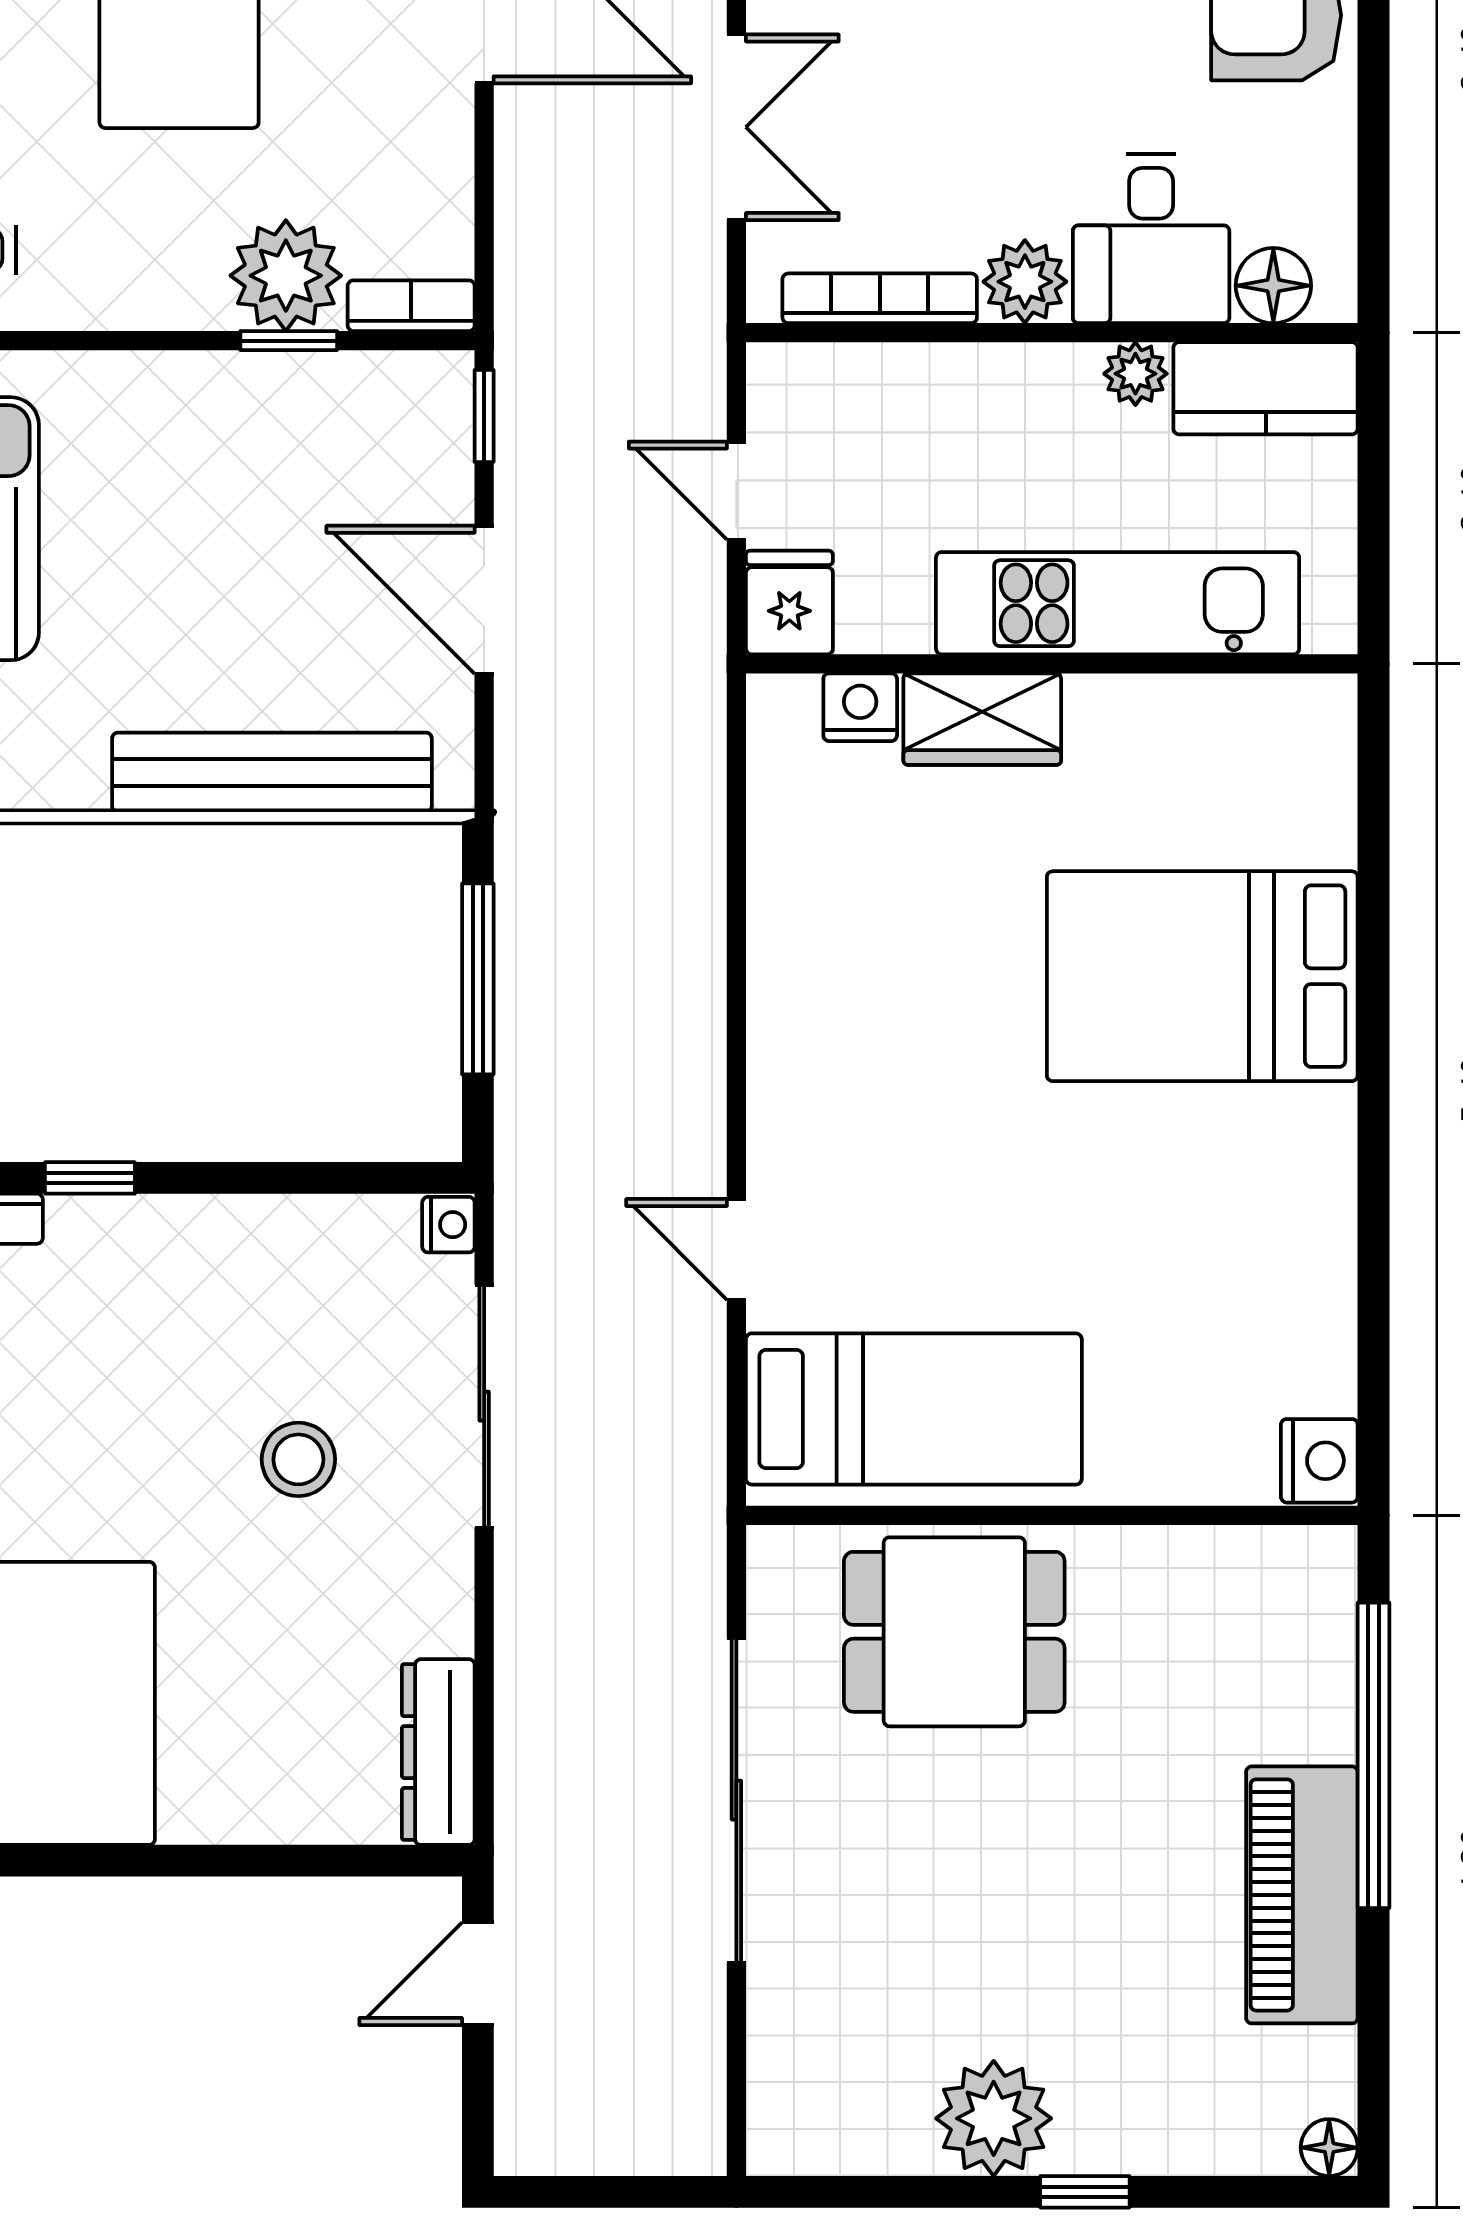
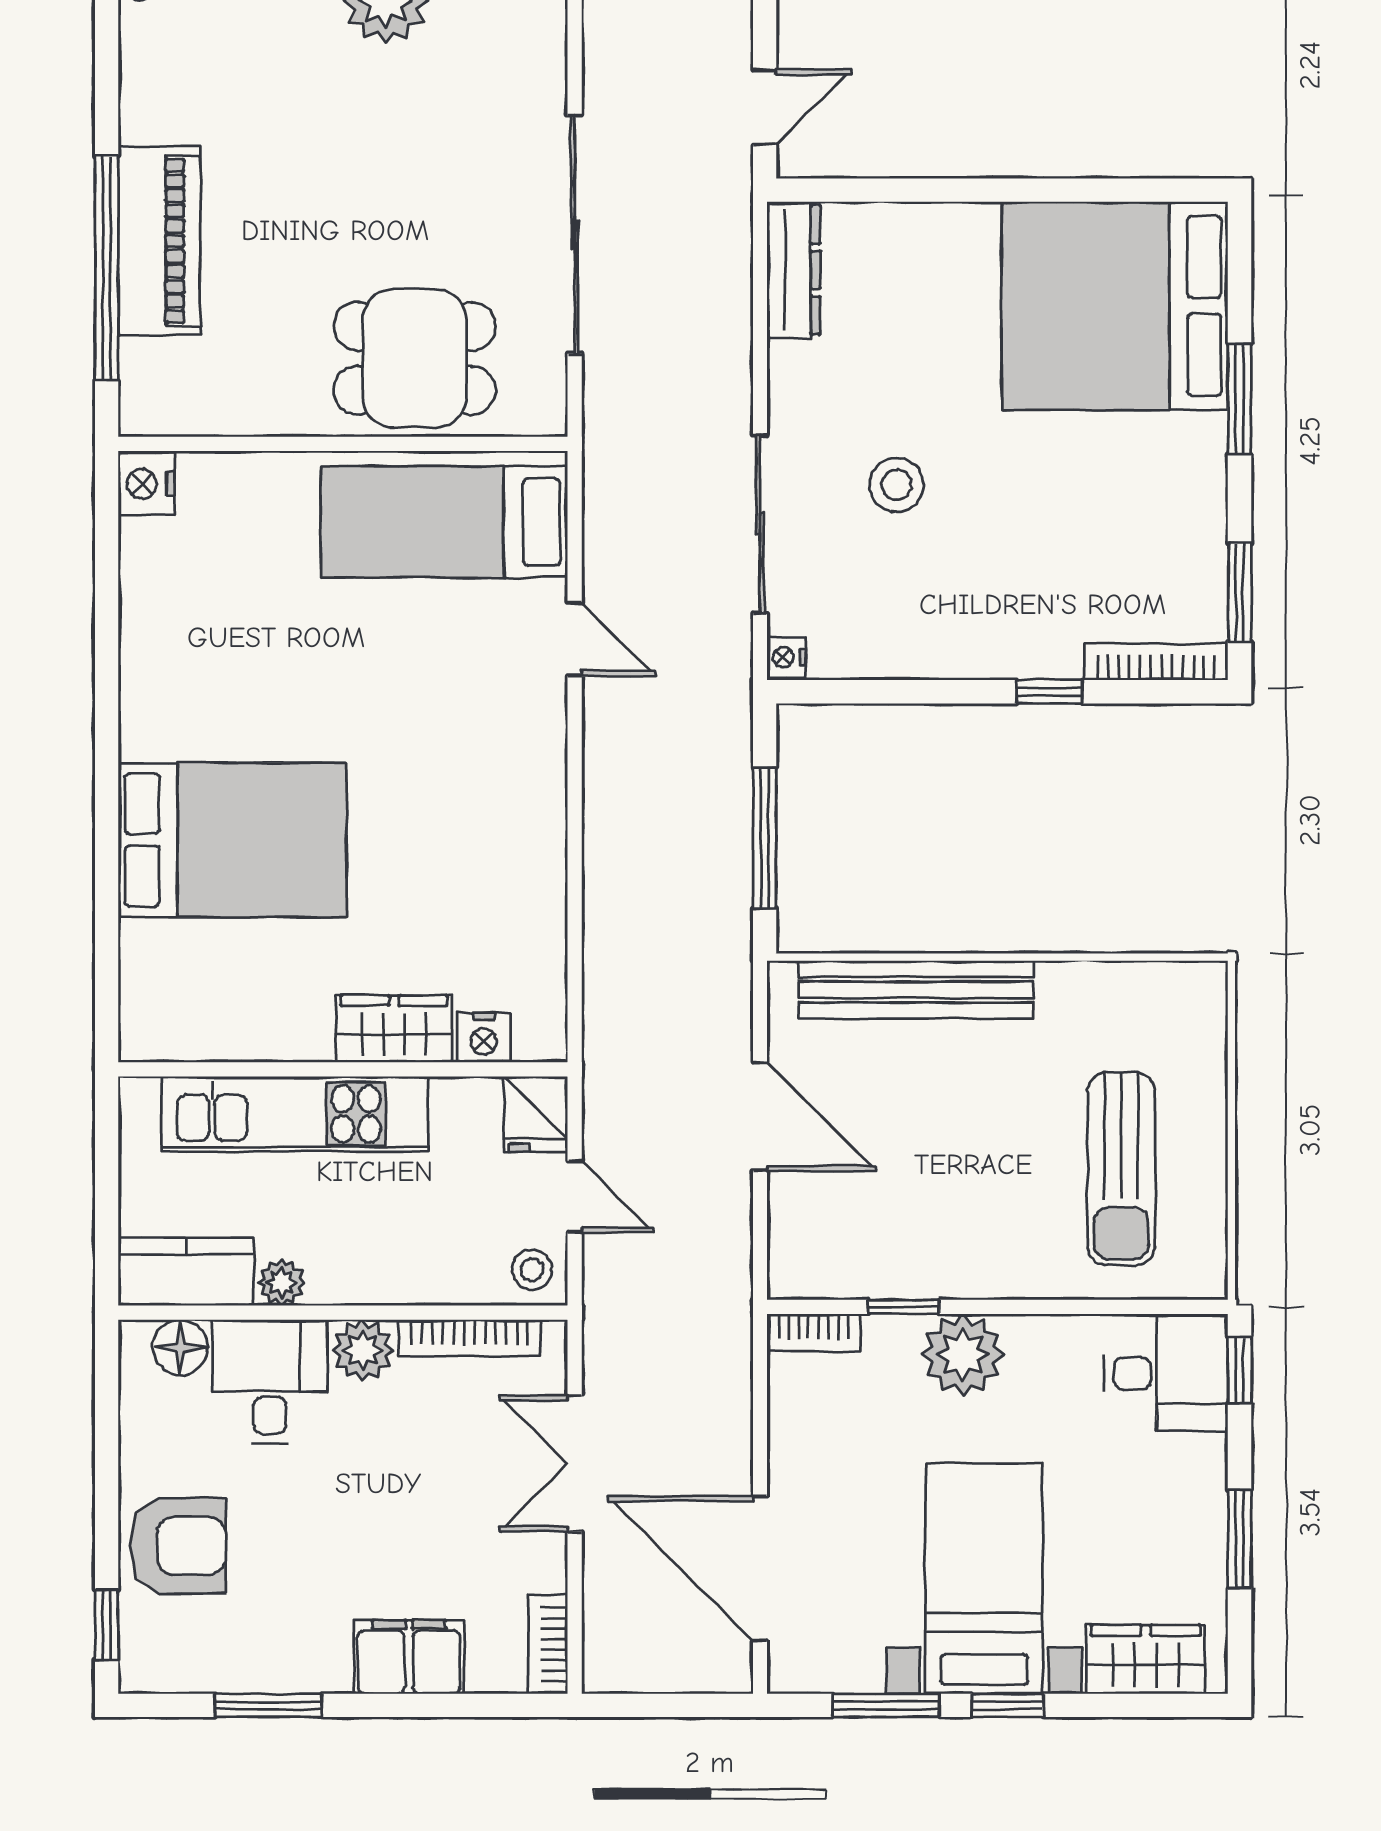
plant: (286, 276) -> (963, 1355), moved
stool: (794, 391) -> (532, 1270), added
window: (484, 416) -> (760, 1252), removed
piano: (1302, 1895) -> (159, 241), moved

